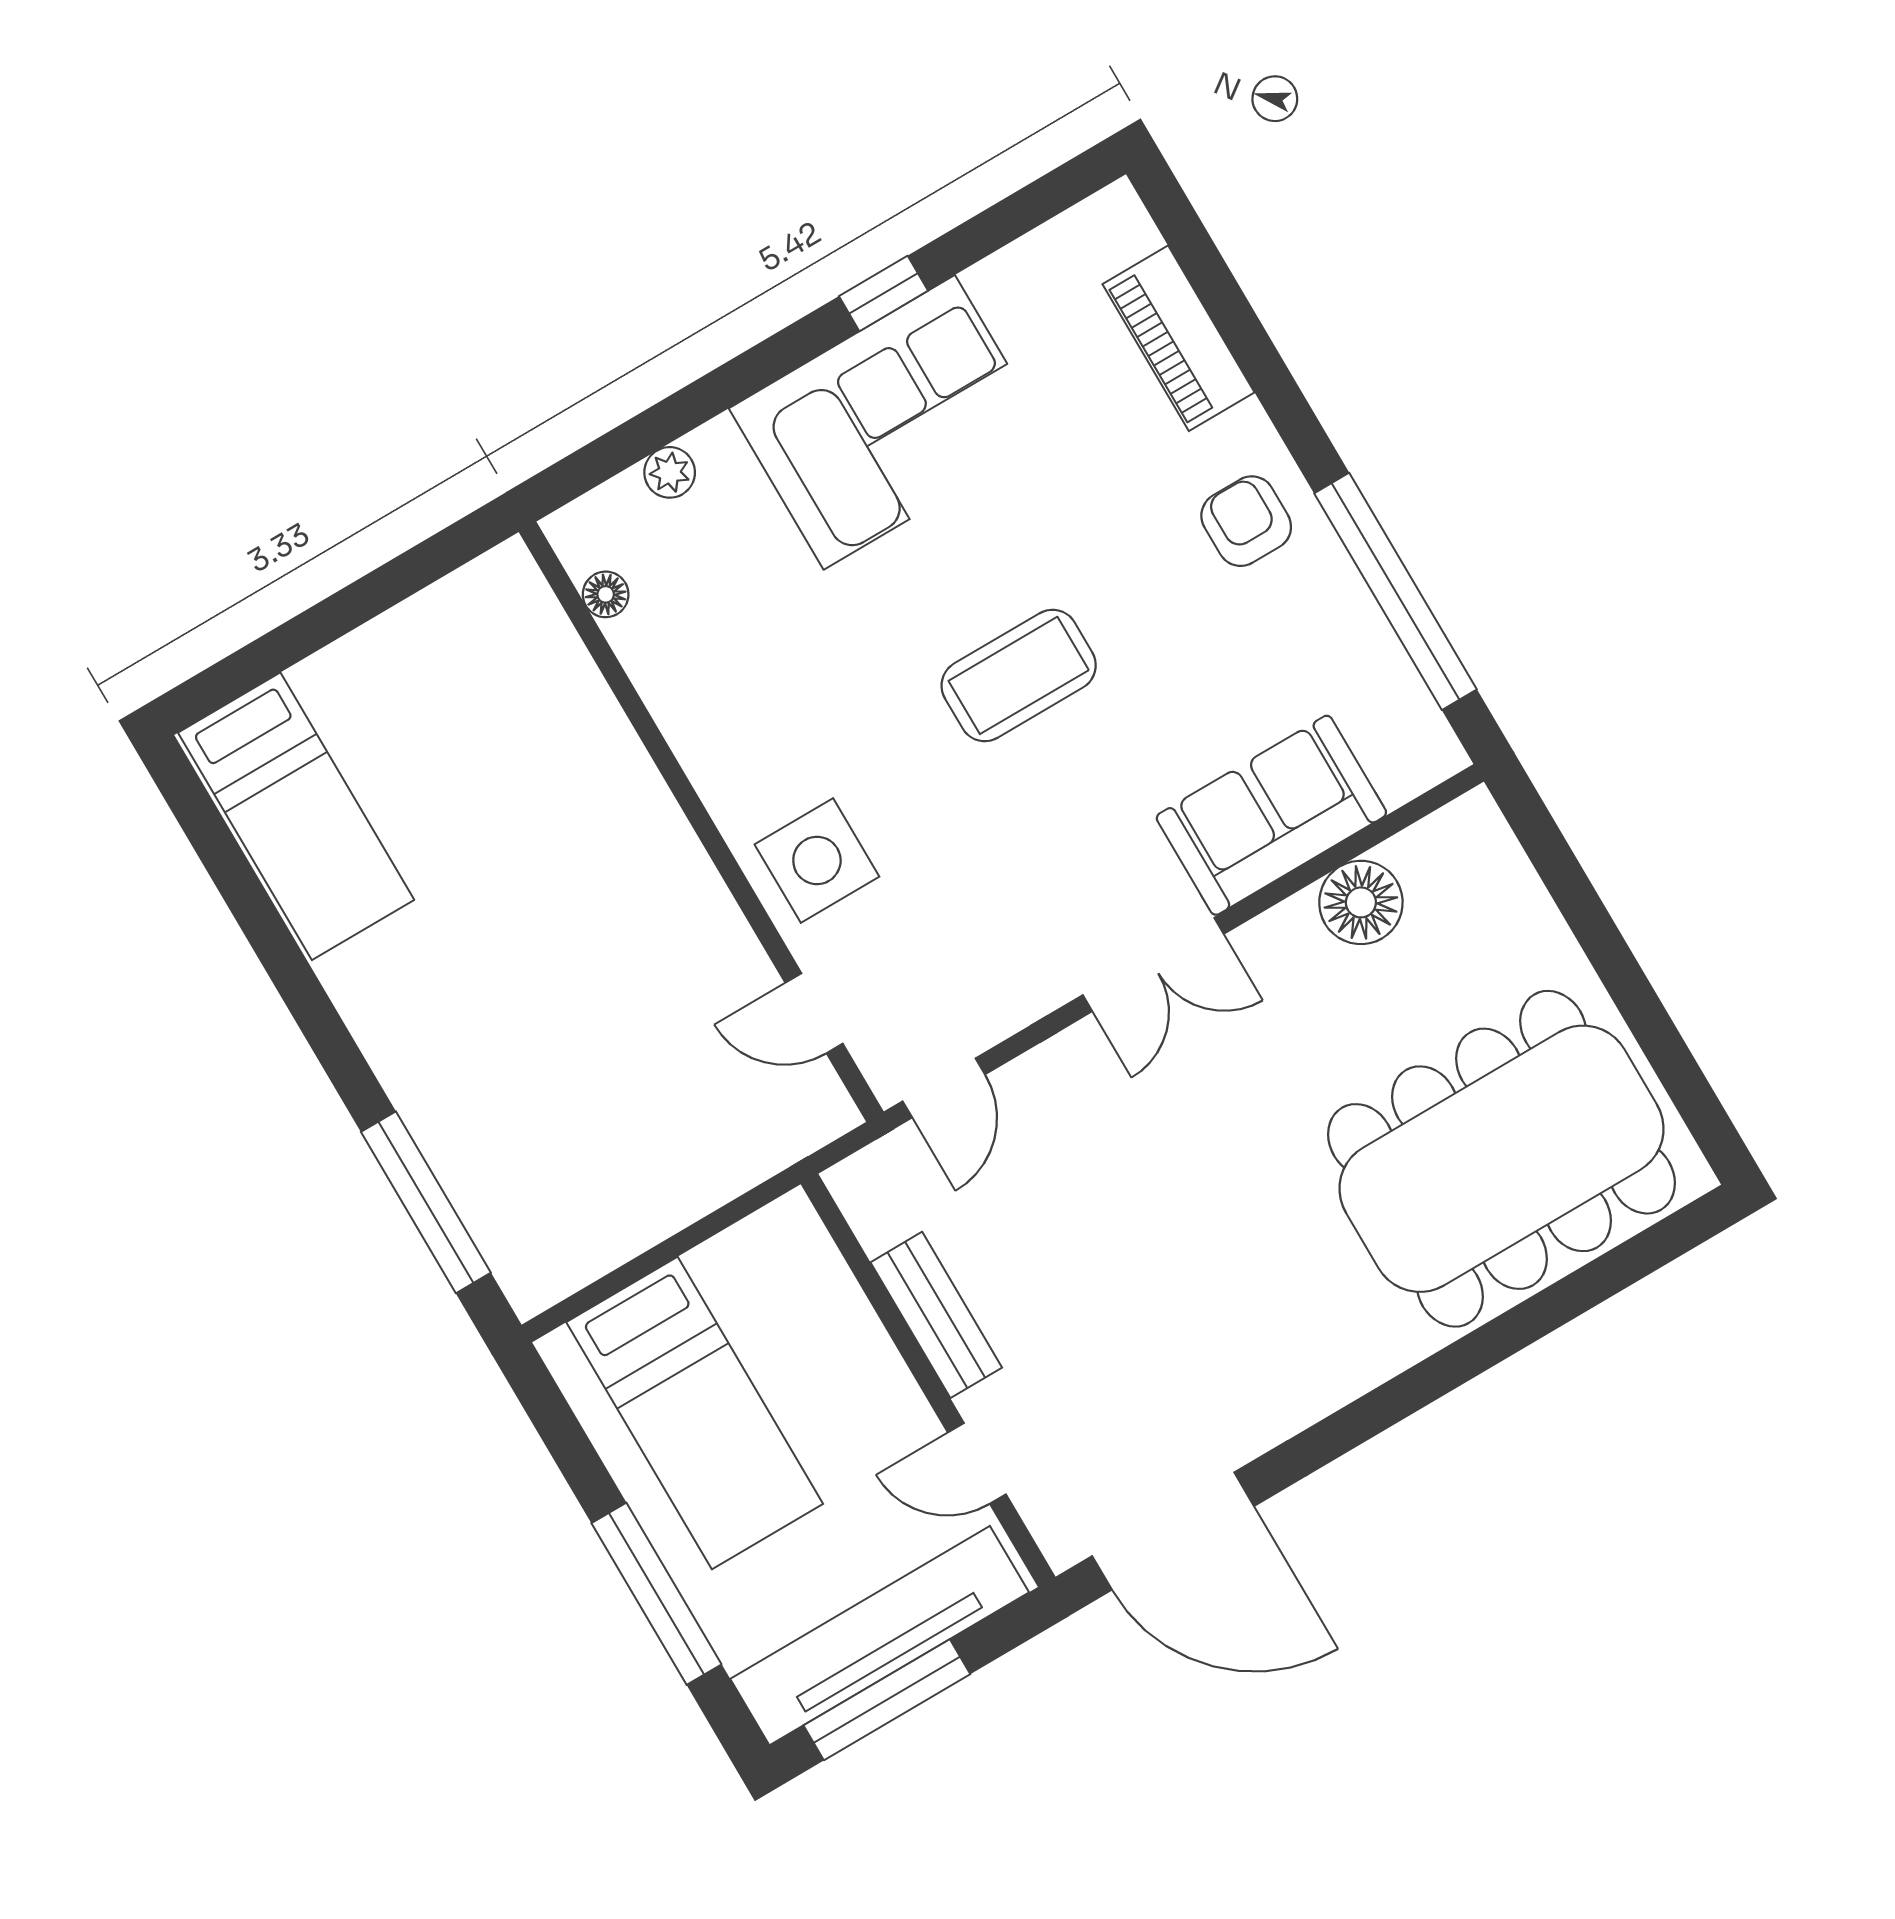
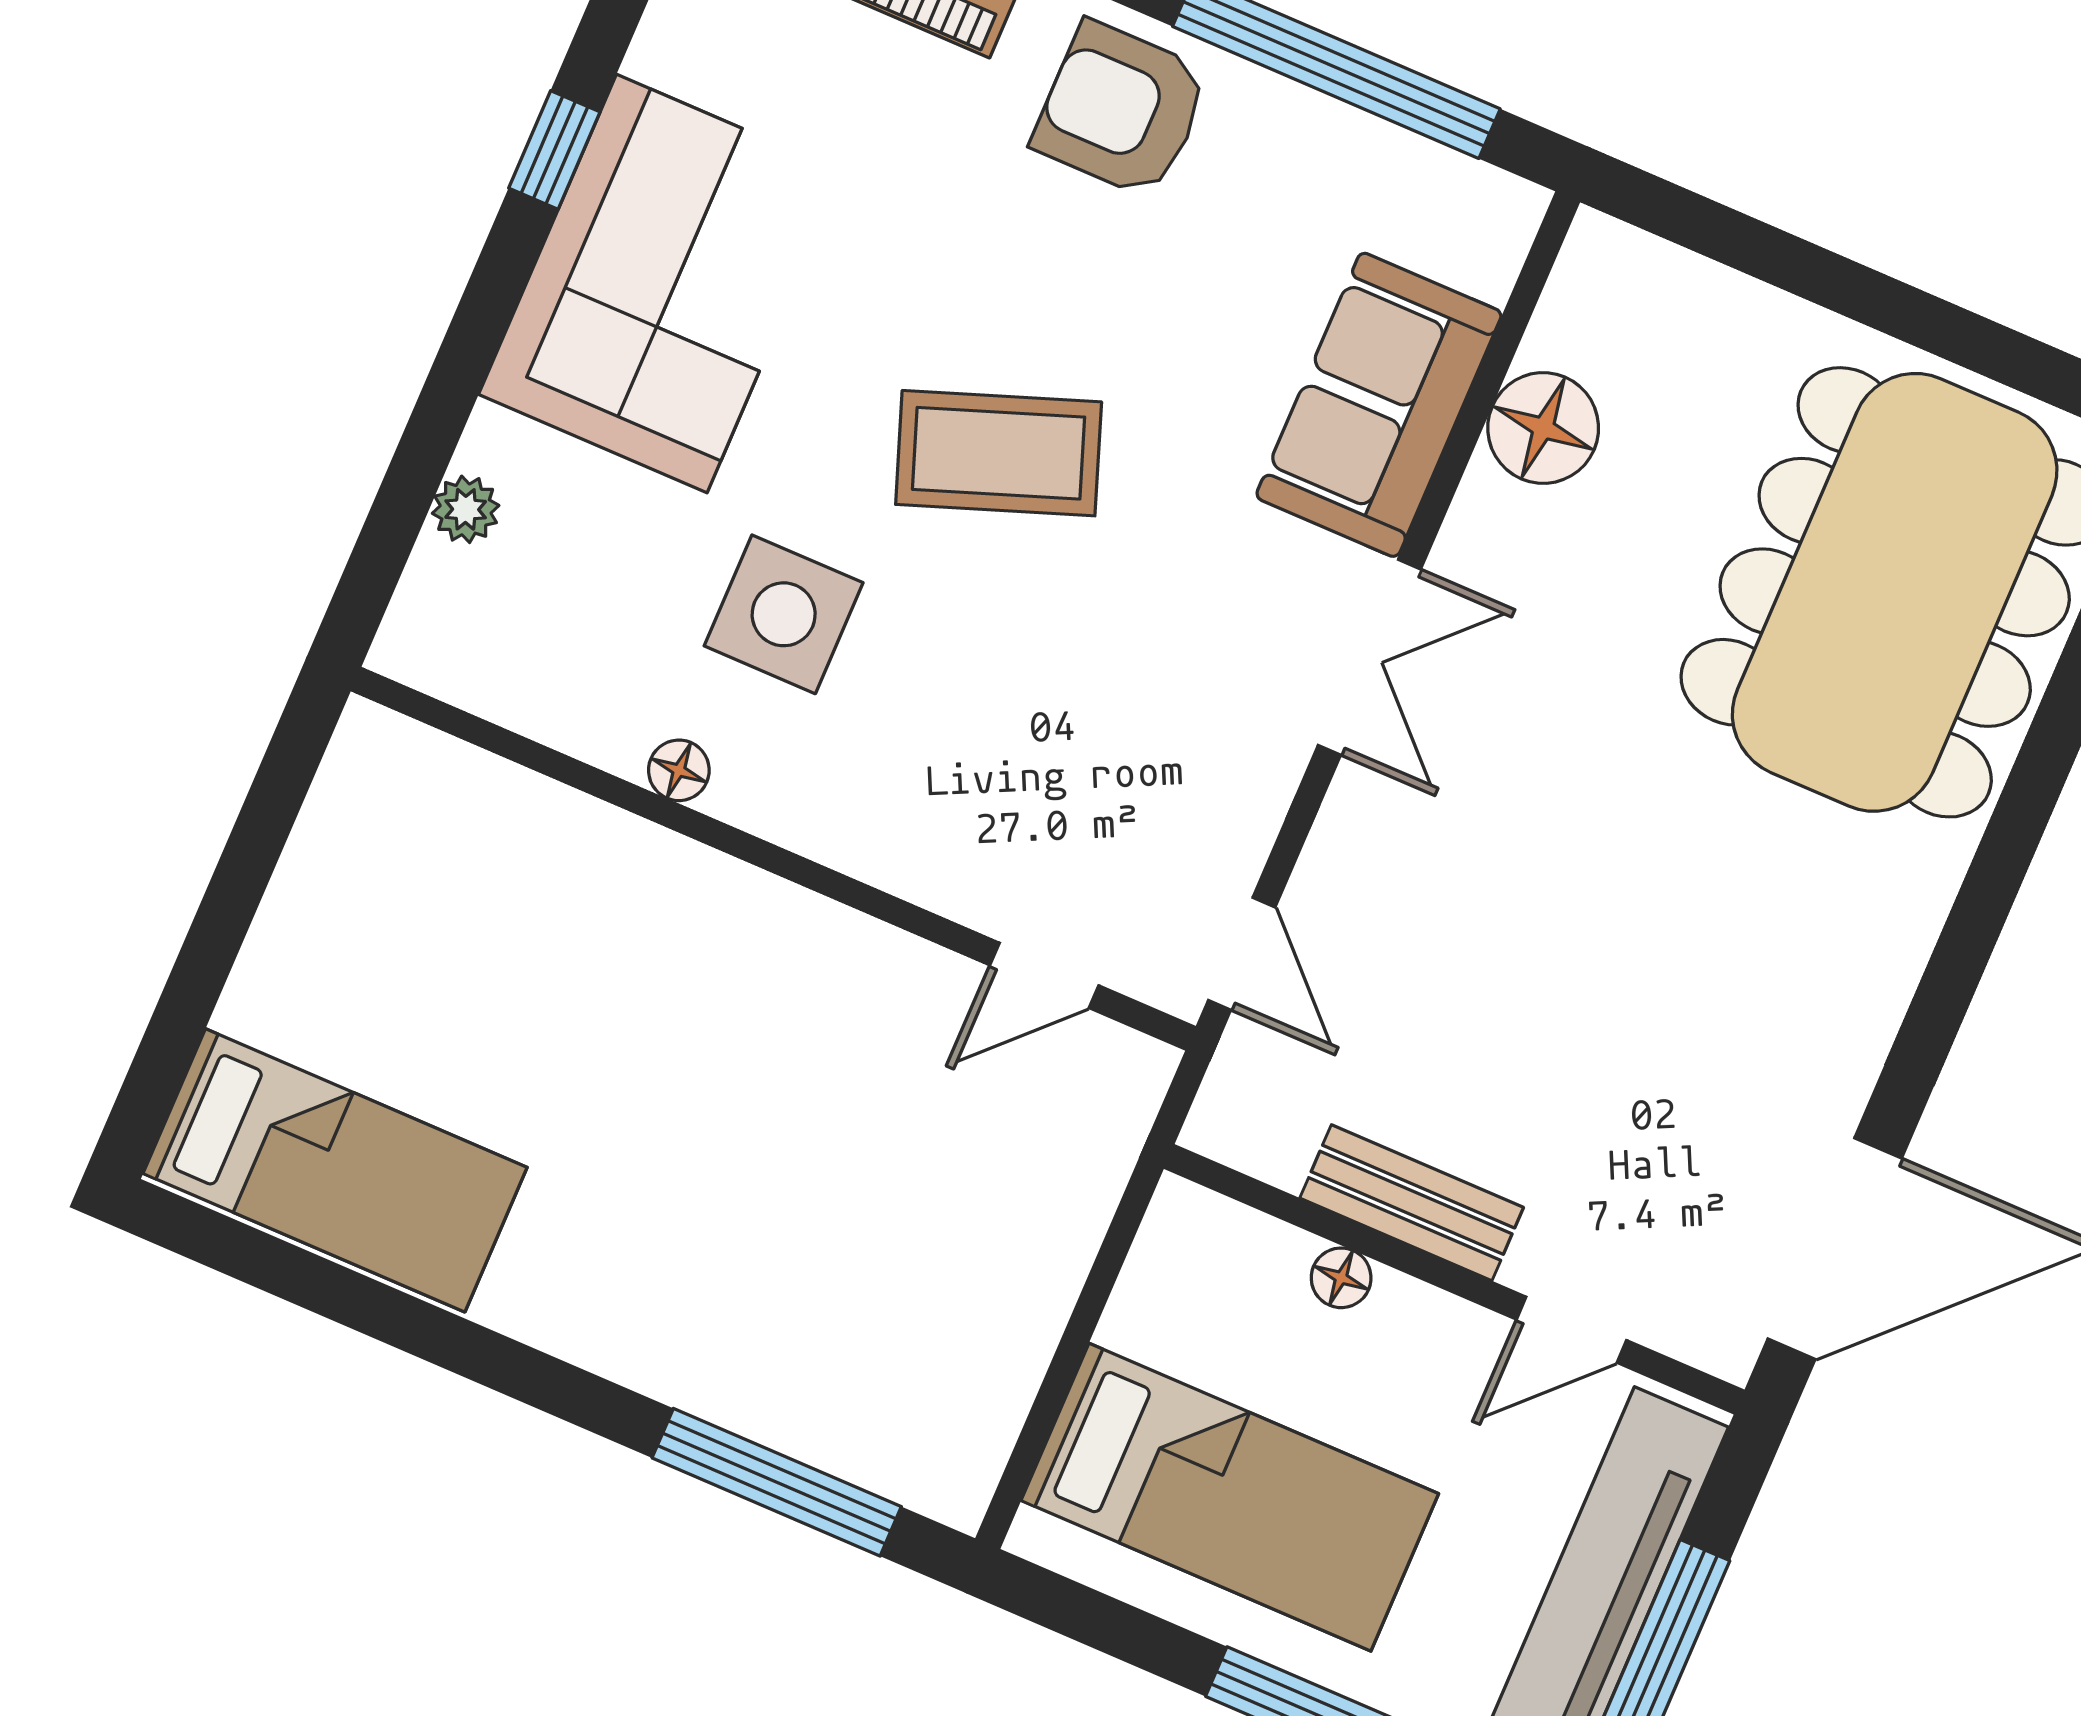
armchair: (1246, 521) -> (1121, 110), width x1.38, depth x1.38
floor lamp: (606, 594) -> (679, 770), moved
coffee table: (1019, 675) -> (999, 453), turned 70
side table: (817, 860) -> (784, 614), moved
floor lamp: (860, 1329) -> (1341, 1278), added

